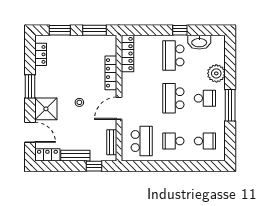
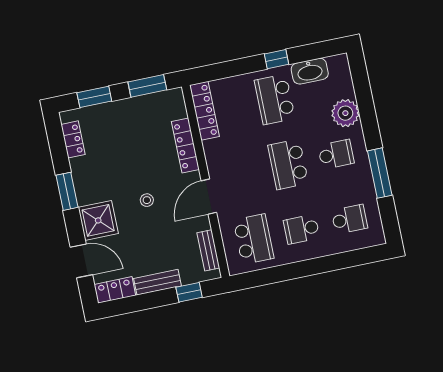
window: (230, 105) -> (380, 173), moved

